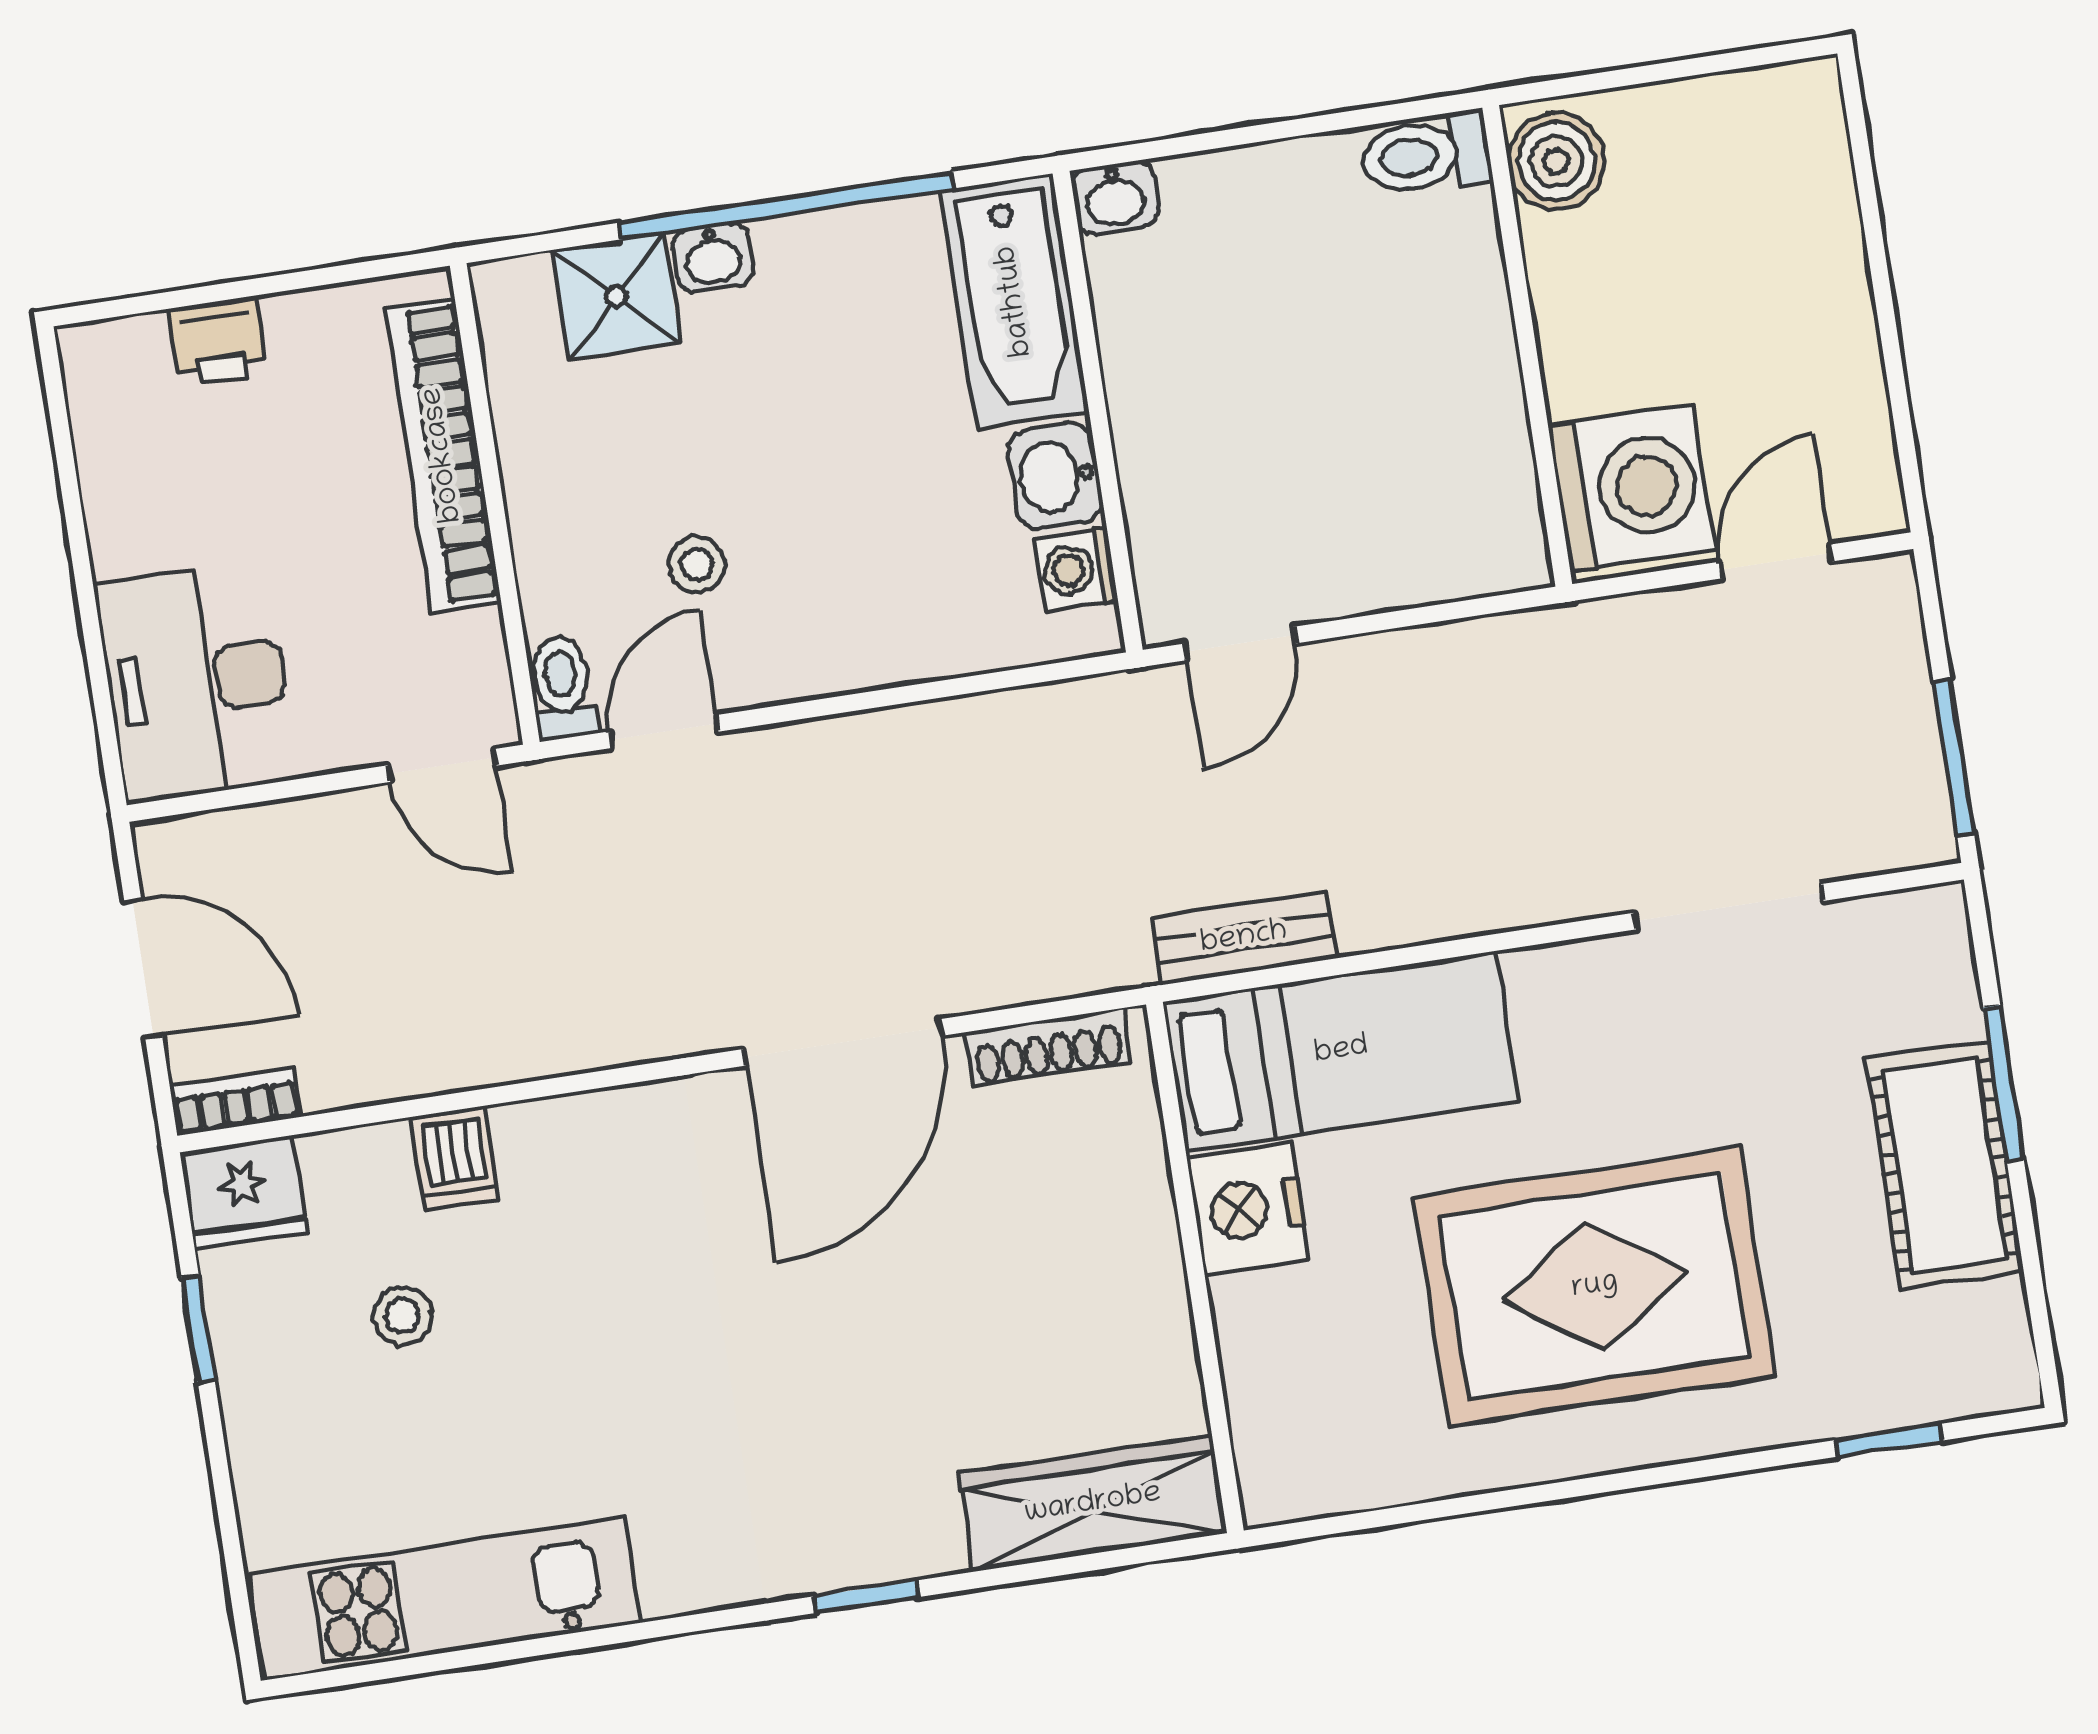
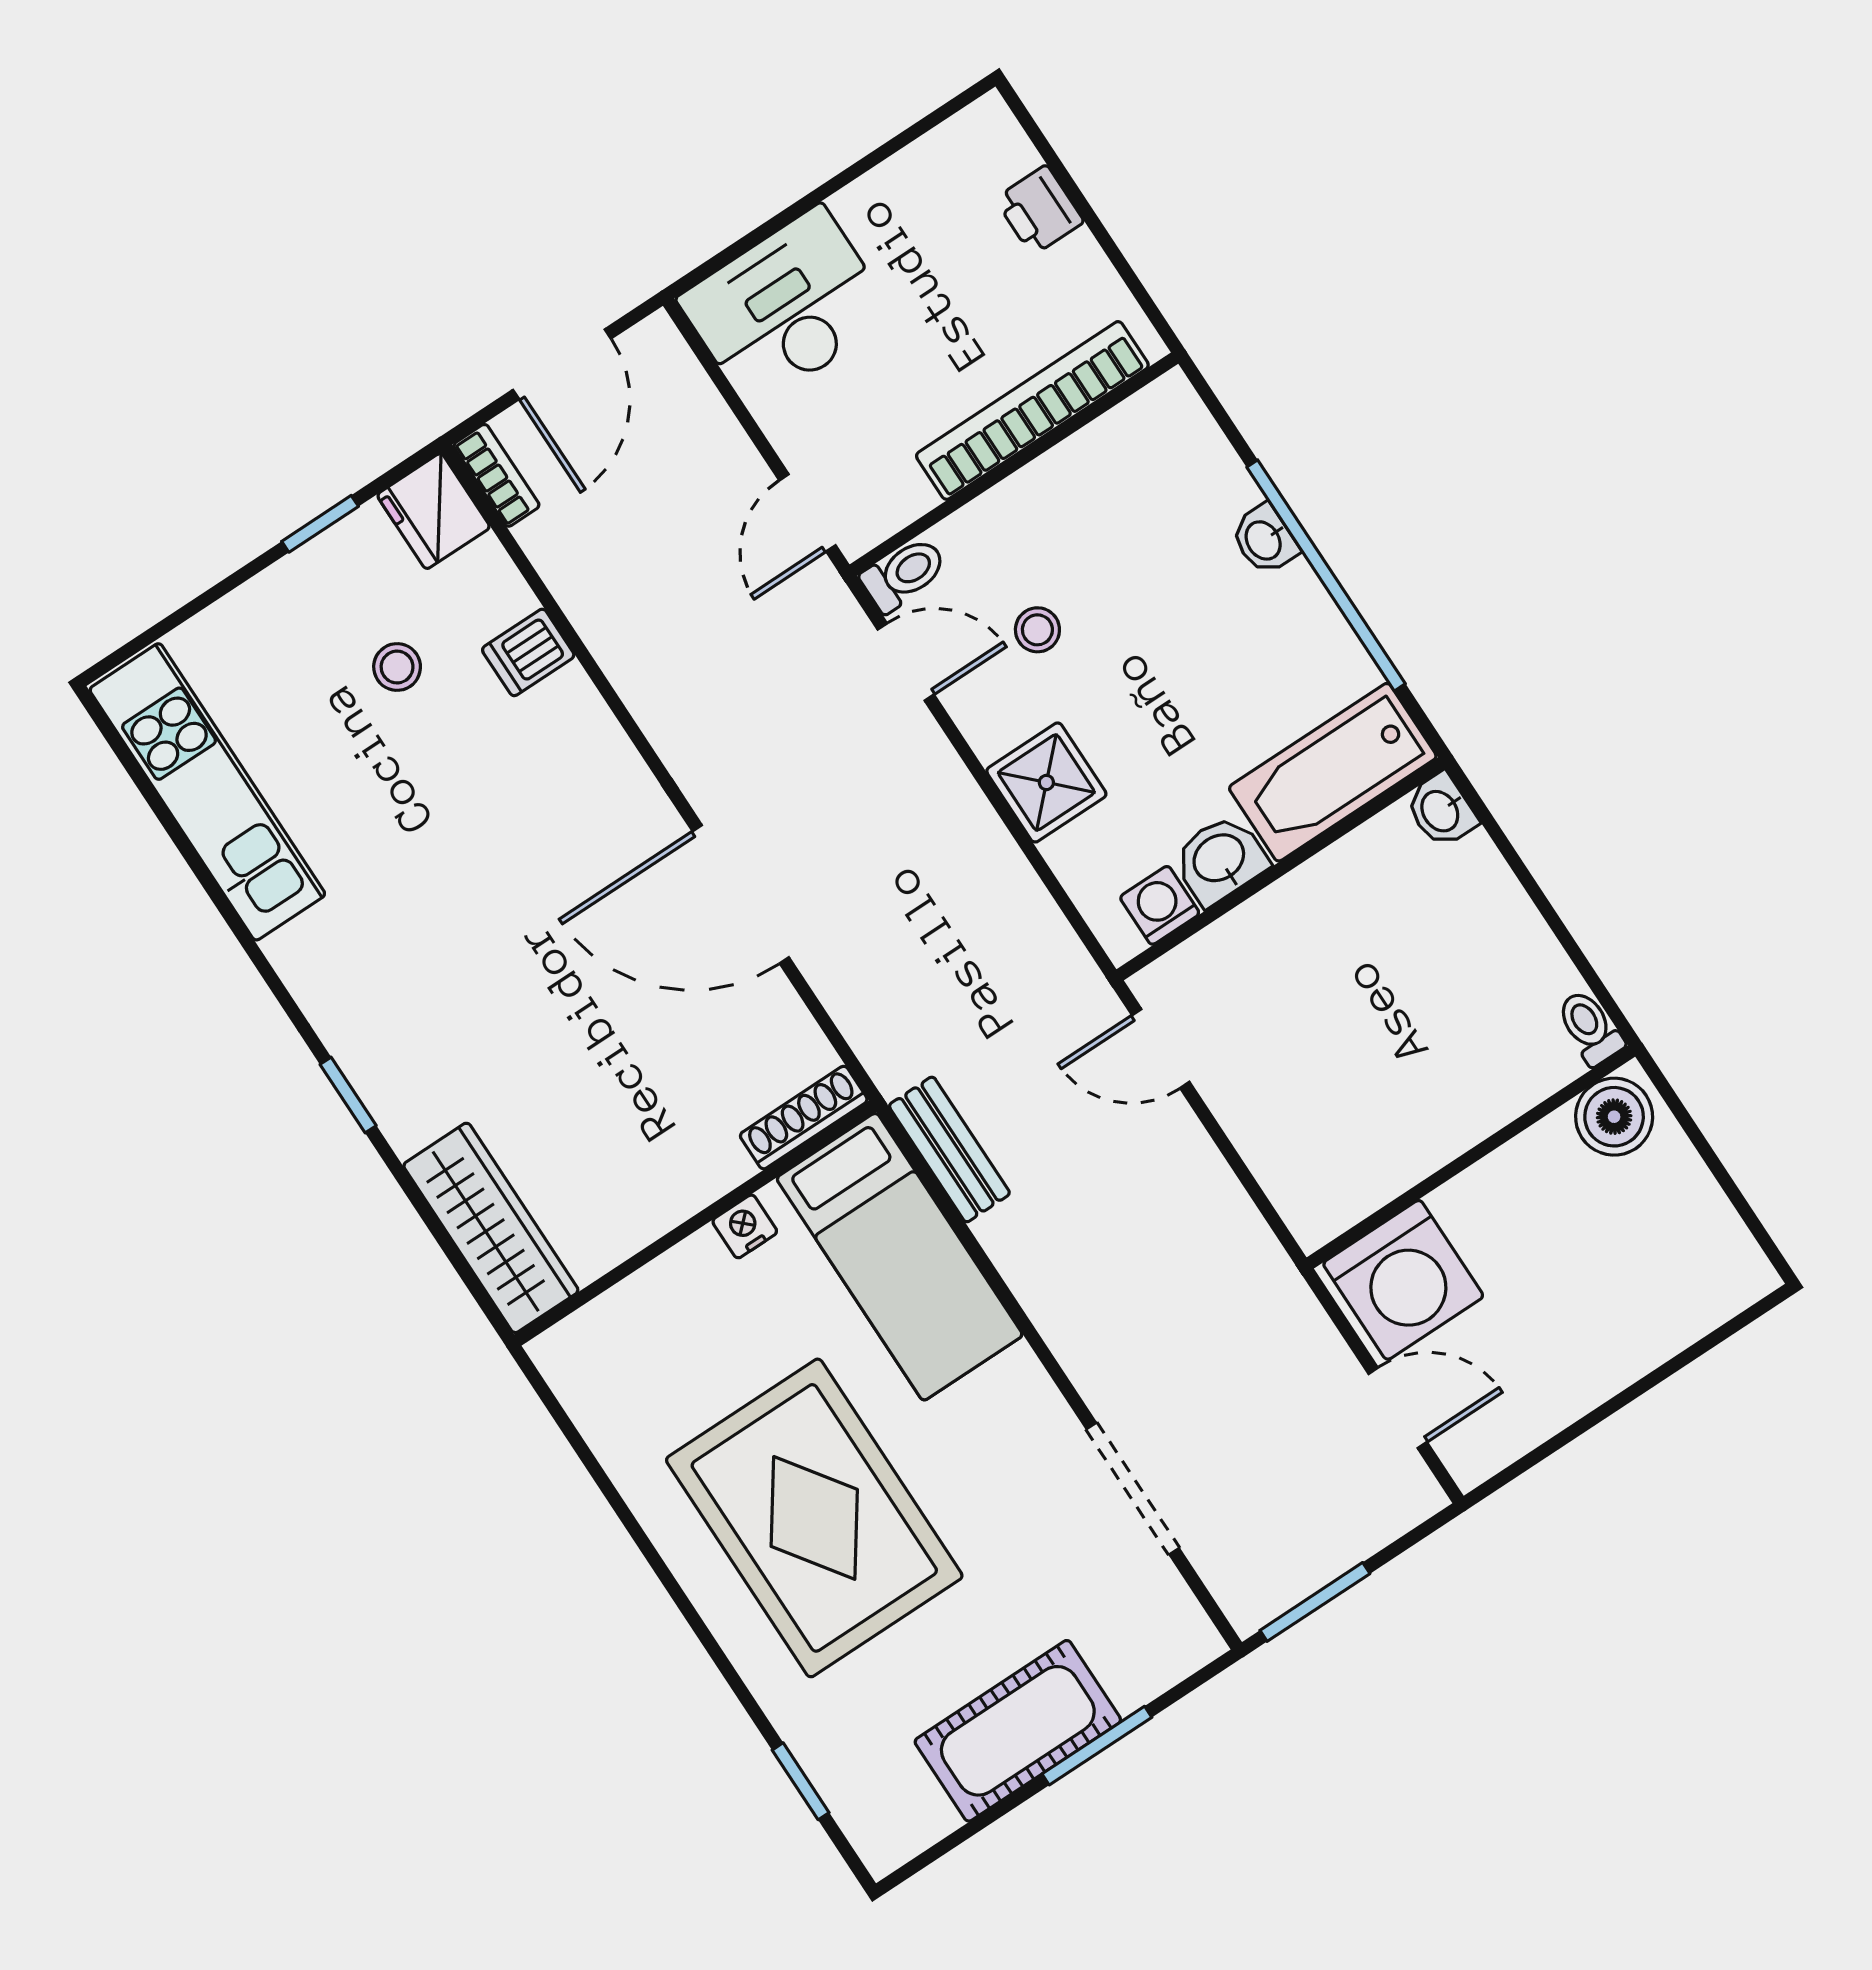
toilet: (1426, 155) -> (1590, 1028), width x0.73, depth x0.72
shower: (616, 297) -> (1046, 782), moved
shoe rack: (1048, 1047) -> (804, 1118), moved, turned 90
nightstand: (1248, 1209) -> (745, 1226), width x0.53, depth x0.56

